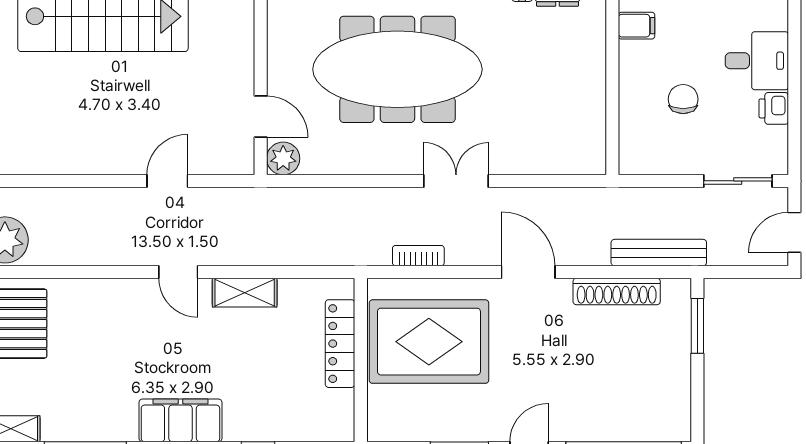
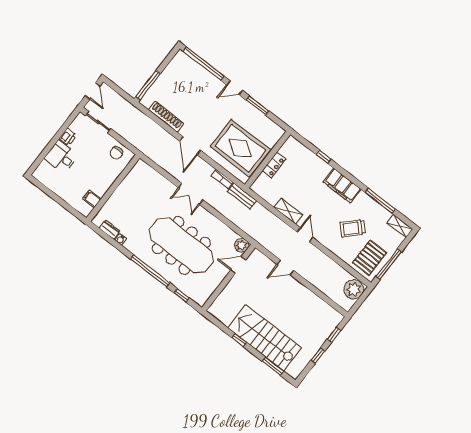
chair: (683, 99) -> (116, 153), moved
door: (261, 116) -> (238, 265), hinge flipped
door: (794, 232) -> (93, 91), hinge flipped
bench: (659, 253) -> (242, 196), moved, width x0.73
window: (697, 326) -> (148, 85), width x1.44
locker: (340, 344) -> (274, 165), width x0.66
trolley: (97, 355) -> (353, 228), added

